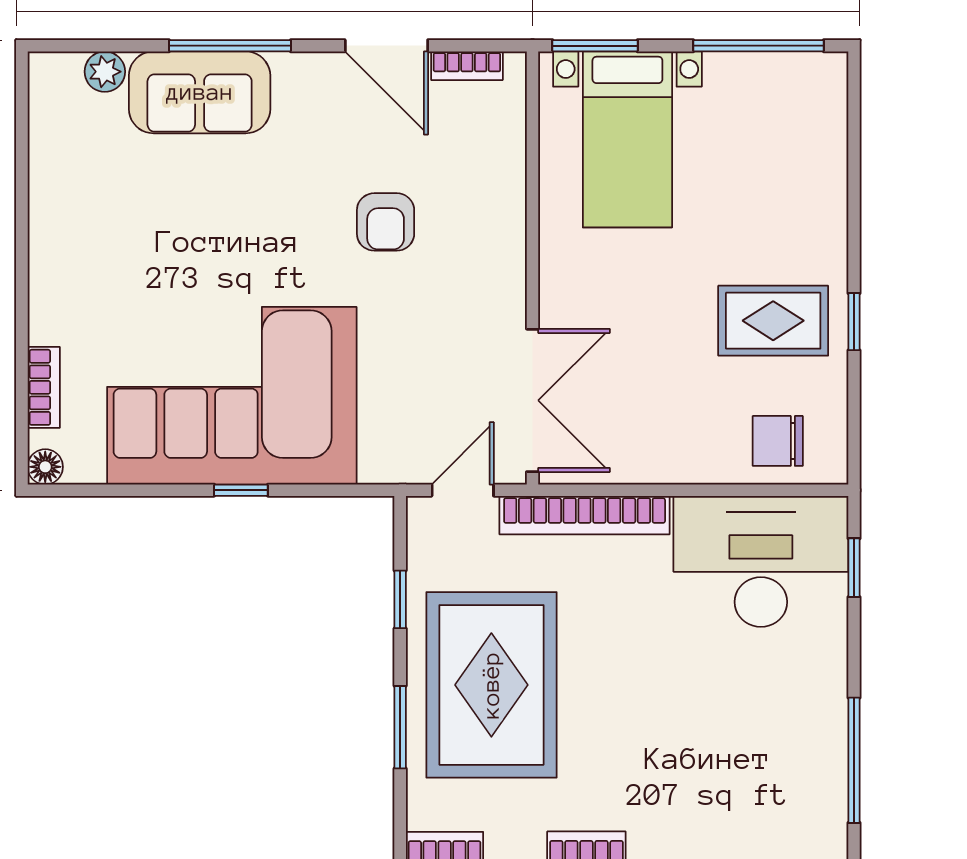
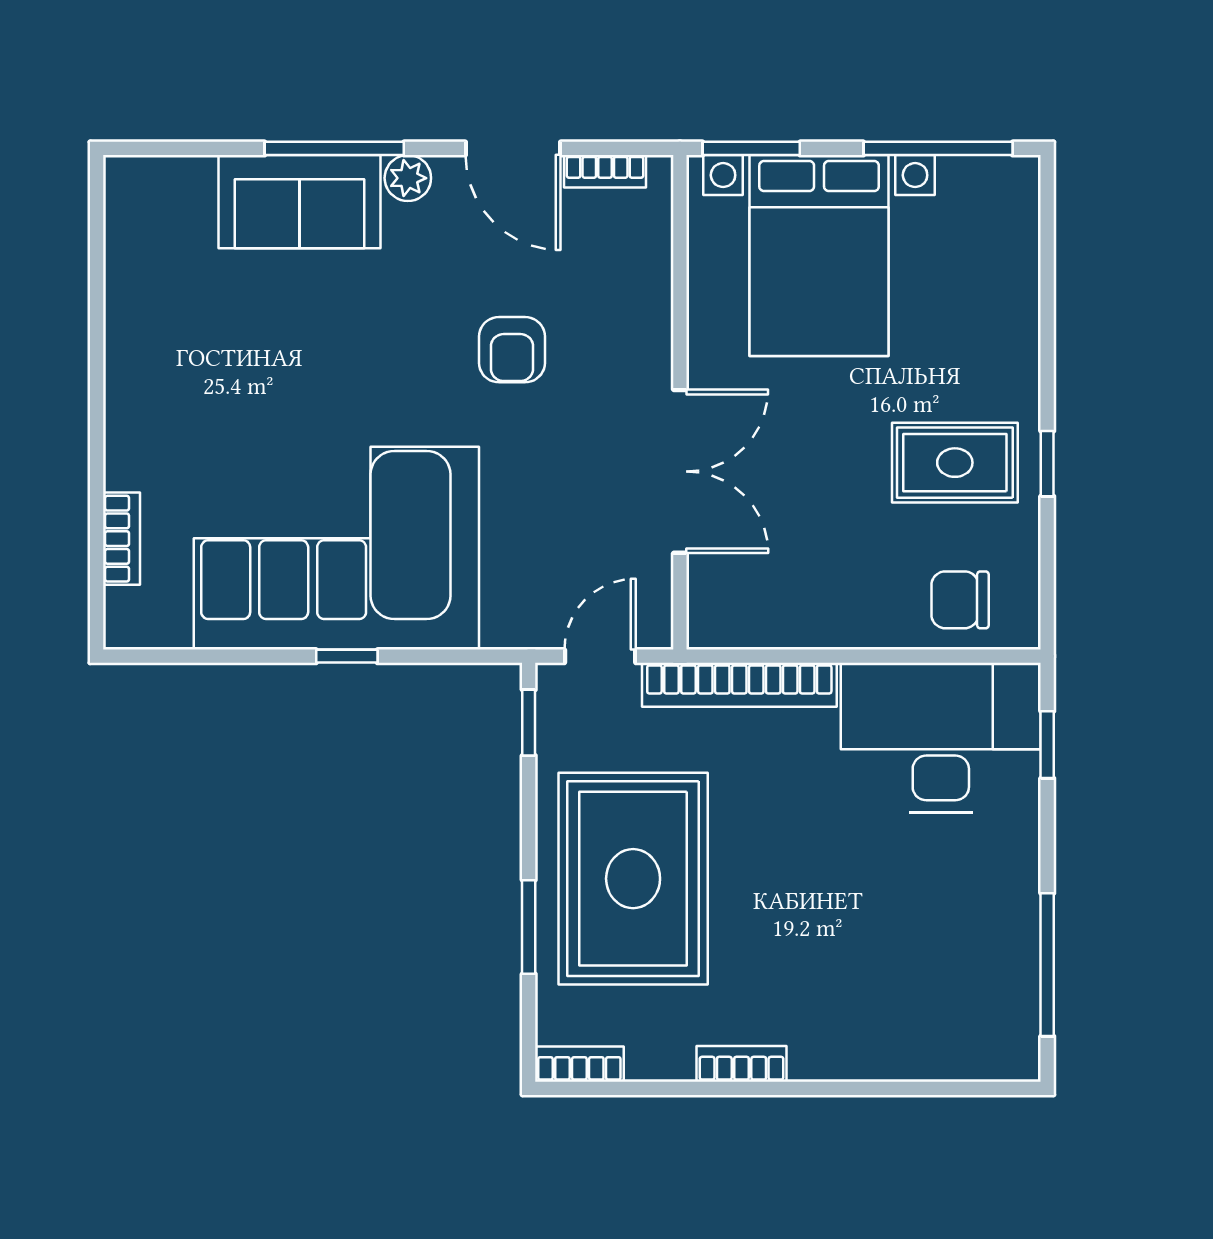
plant: (105, 72) -> (408, 178), moved
bed with nightstands: (627, 139) -> (819, 255), width x1.36
double door: (533, 400) -> (680, 471), moved
floor lamp: (45, 467) -> (123, 629), removed
window: (400, 599) -> (529, 723), moved

